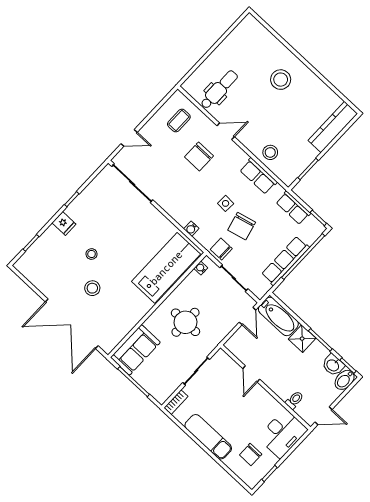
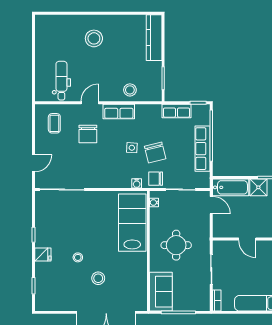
row of seats: (258, 176) -> (119, 111), moved
water cooler: (191, 229) -> (137, 183), moved

